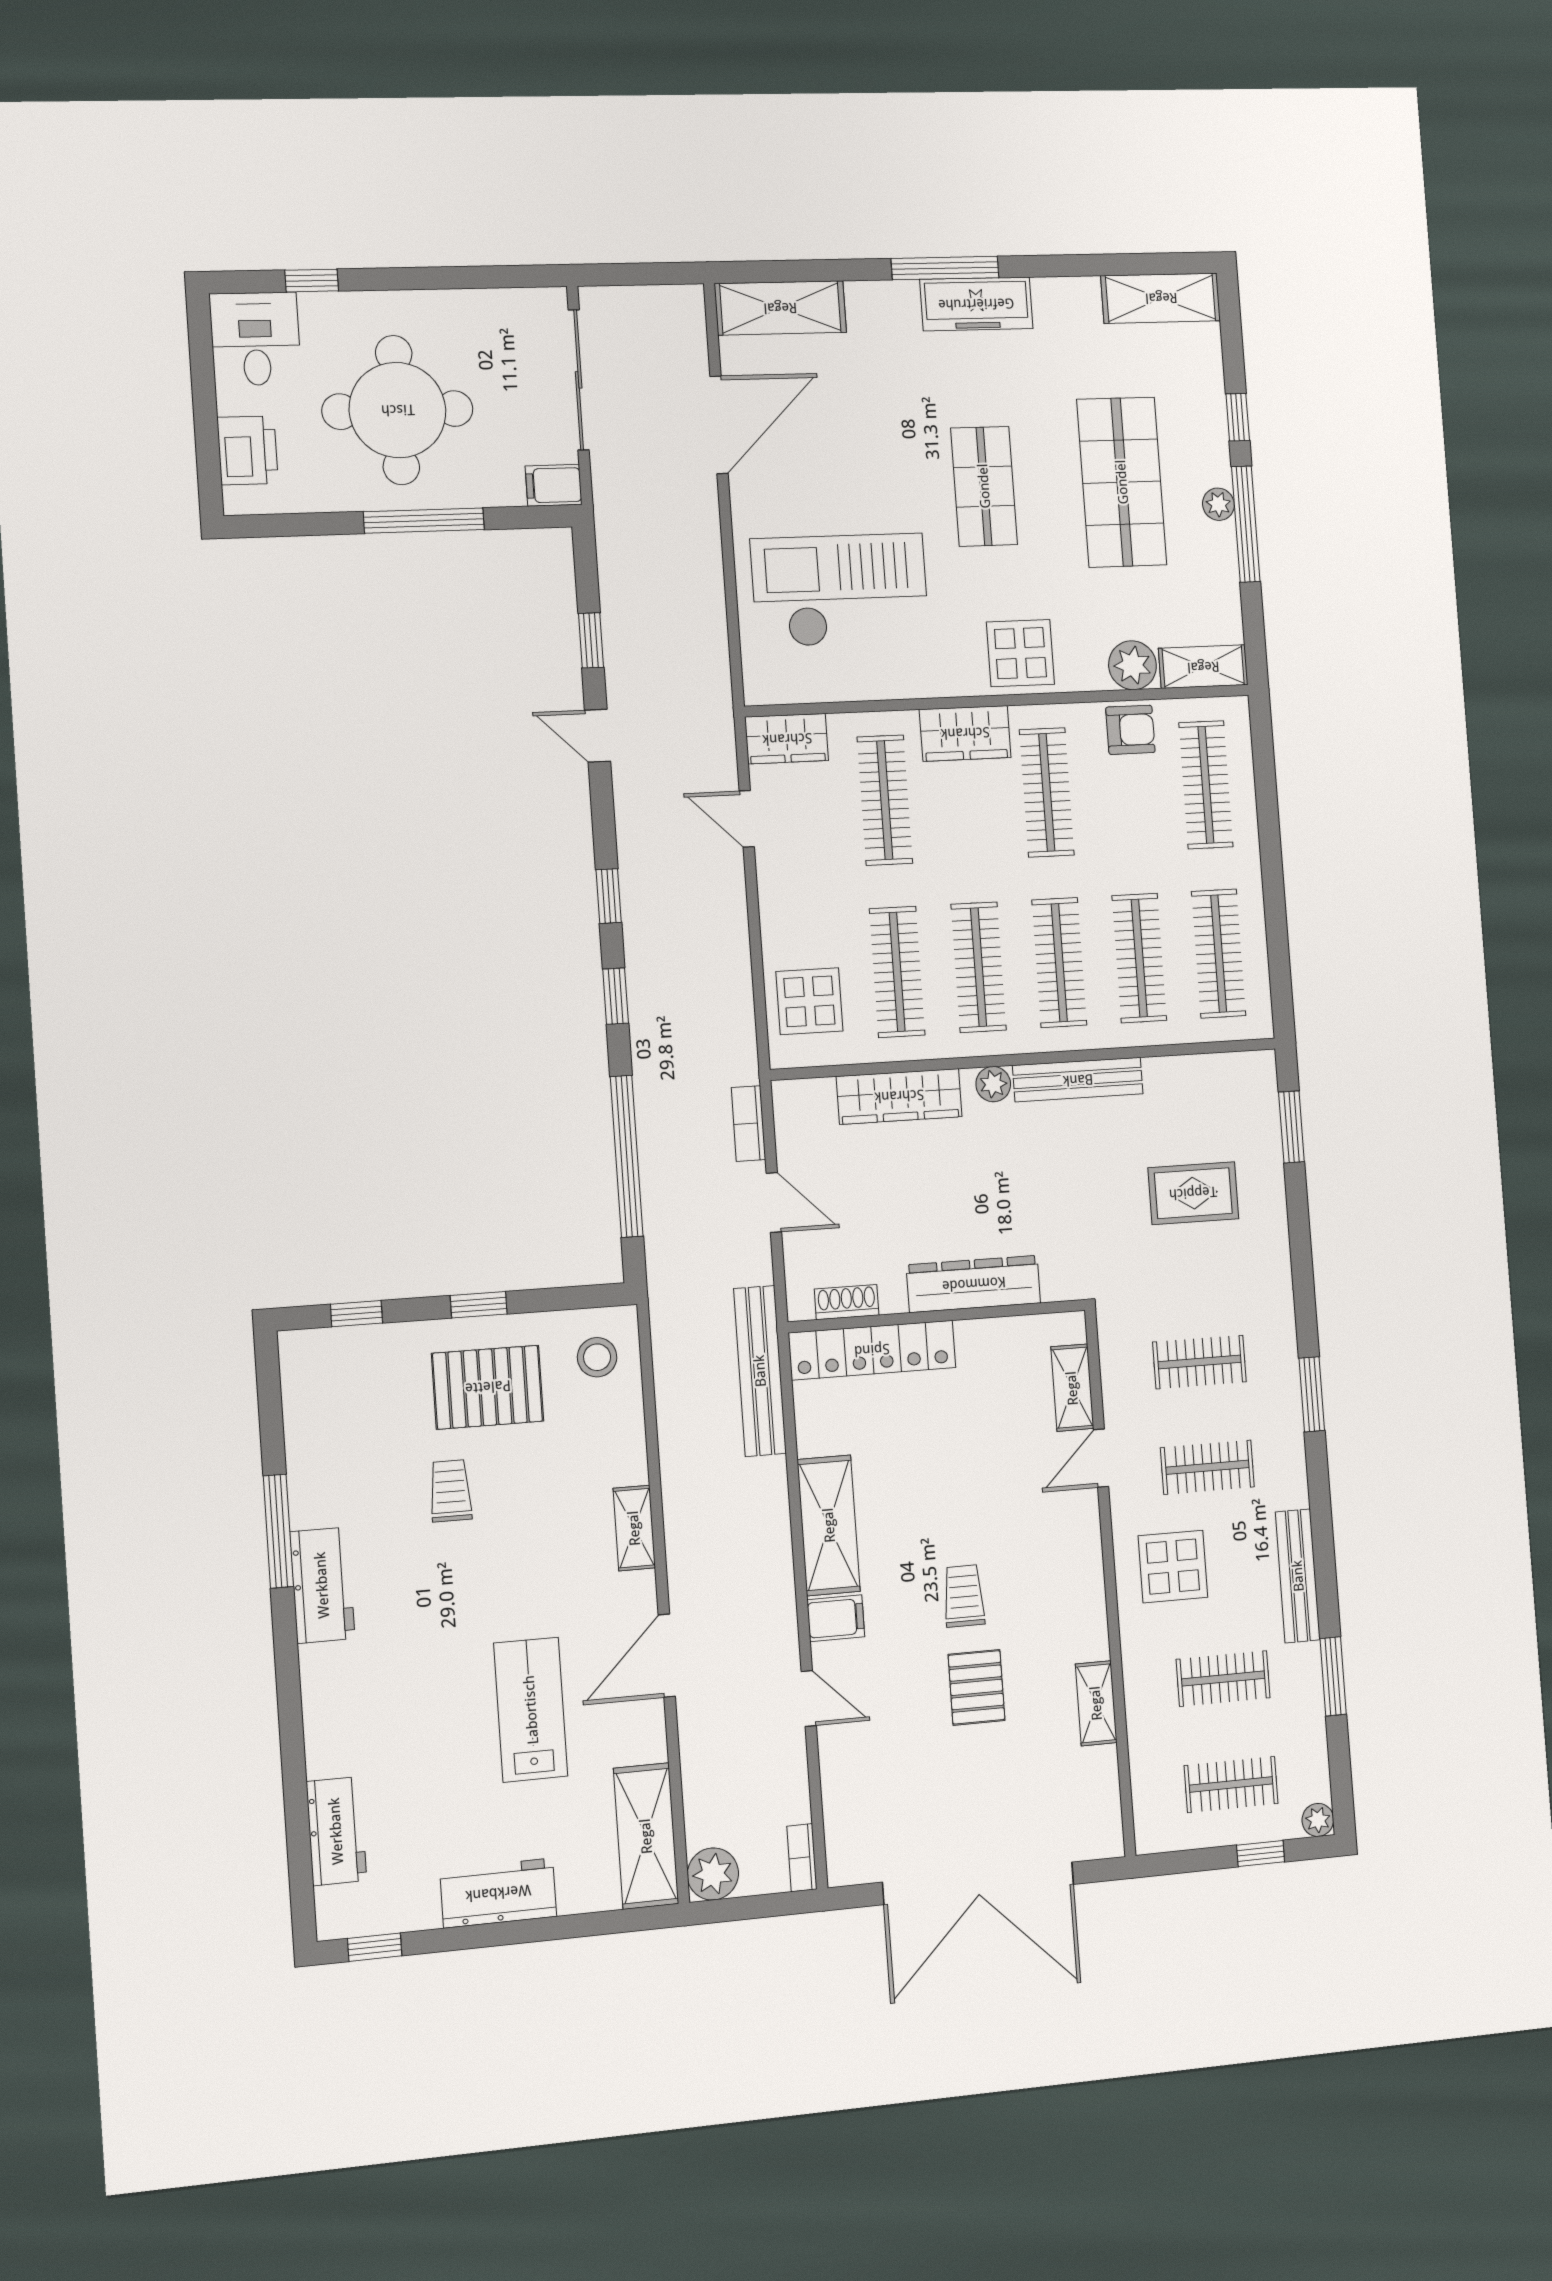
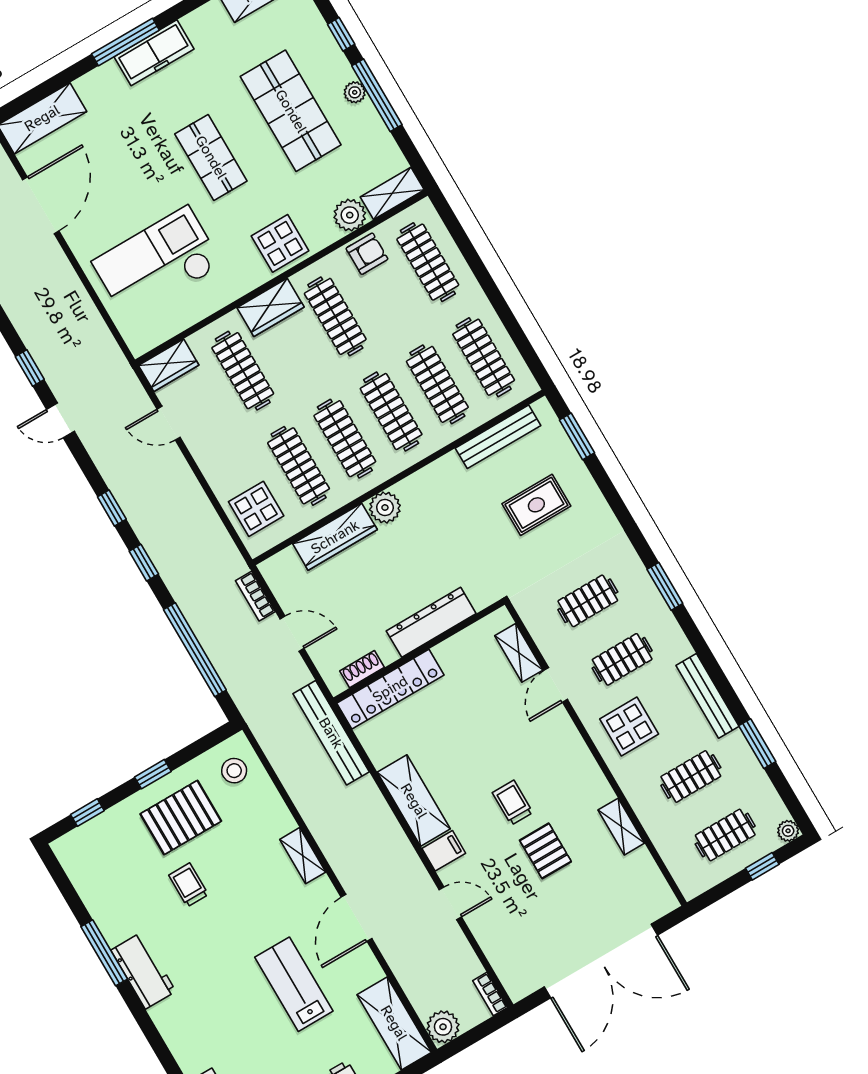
bench: (1078, 1080) -> (498, 437), moved
plant: (993, 1084) -> (385, 507), width x1.38, depth x1.38

